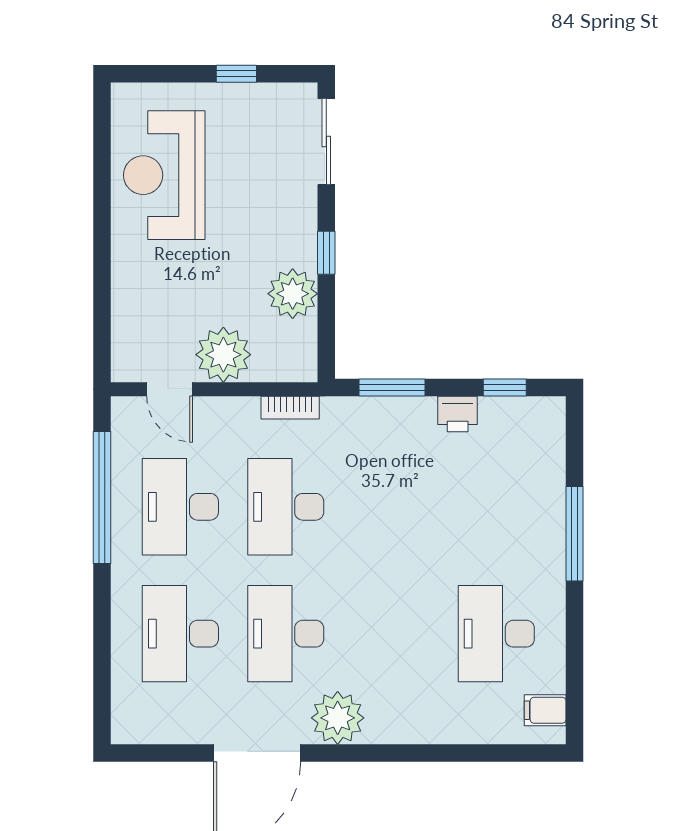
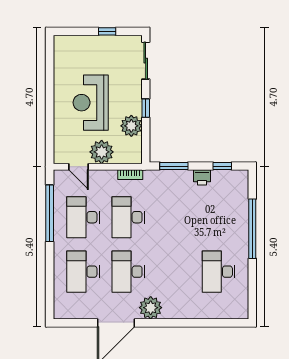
reception desk: (164, 175) -> (91, 103), moved
window: (575, 534) -> (252, 229), width x1.46
filing cabinet: (545, 710) -> (240, 304), removed

